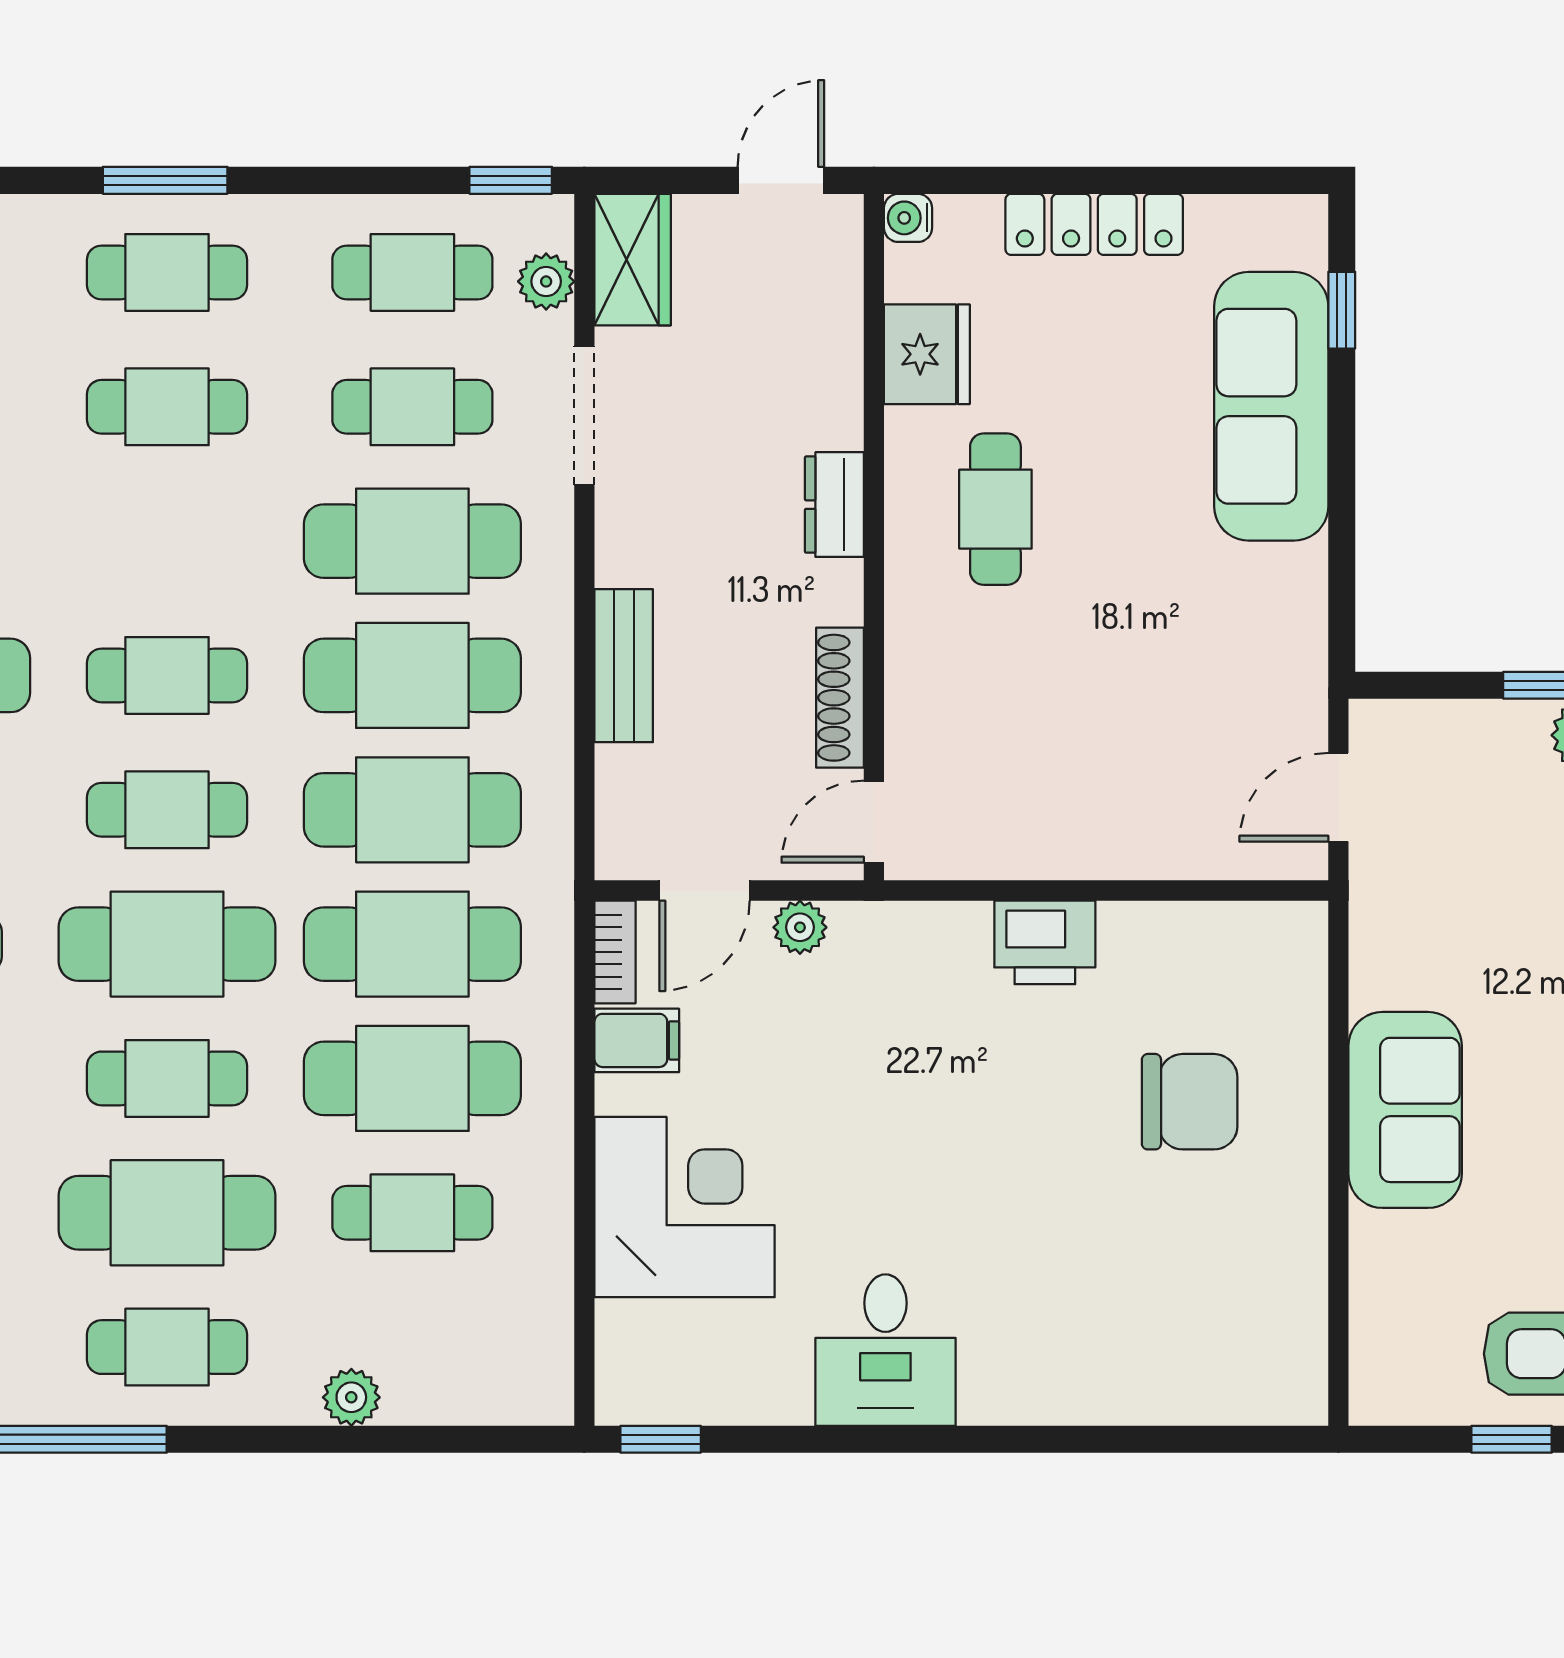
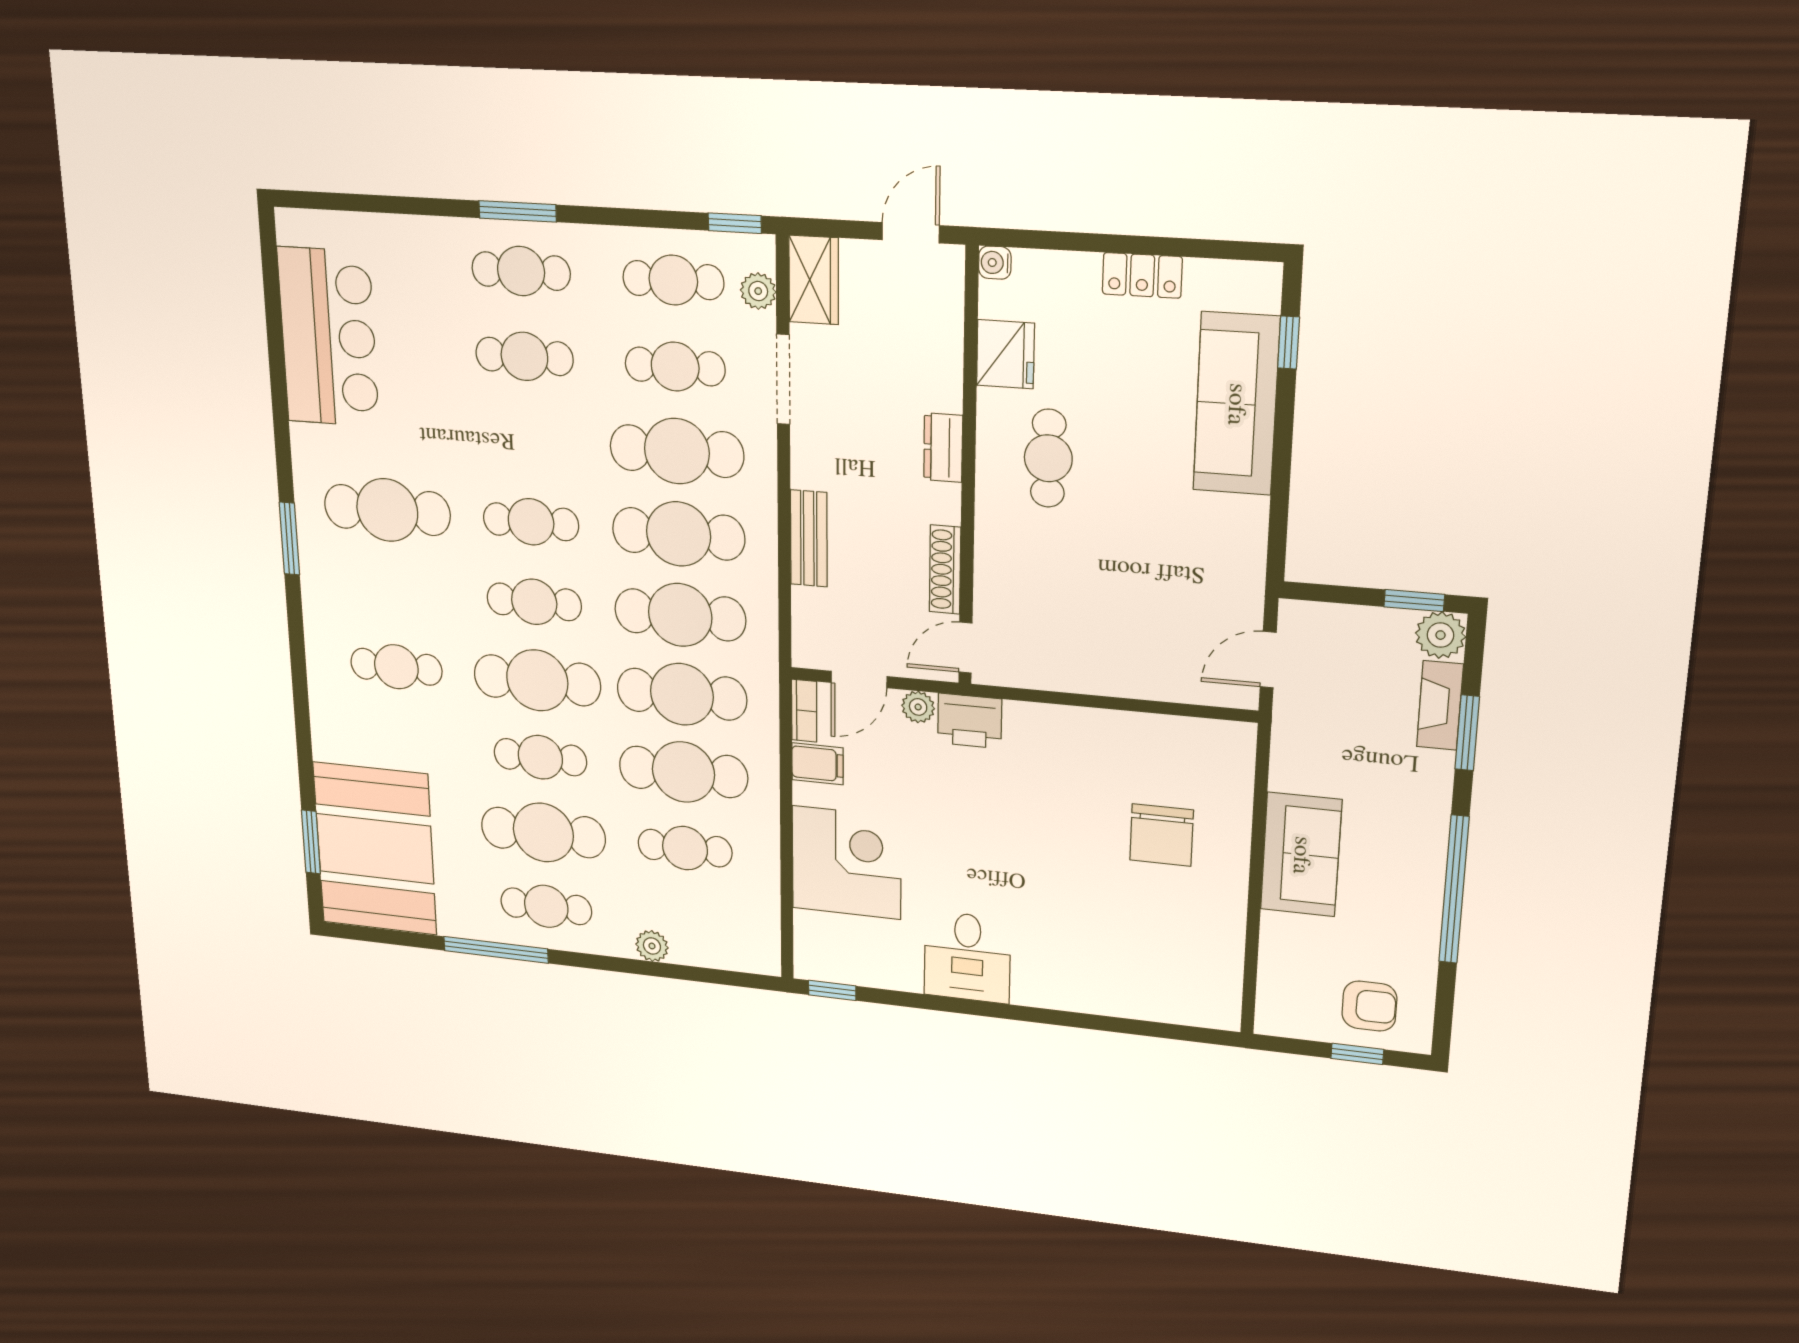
locker: (1094, 224) -> (1142, 275), width x0.66
printer: (1045, 942) -> (970, 721), moved
chair: (1190, 1102) -> (1162, 835), turned 90

